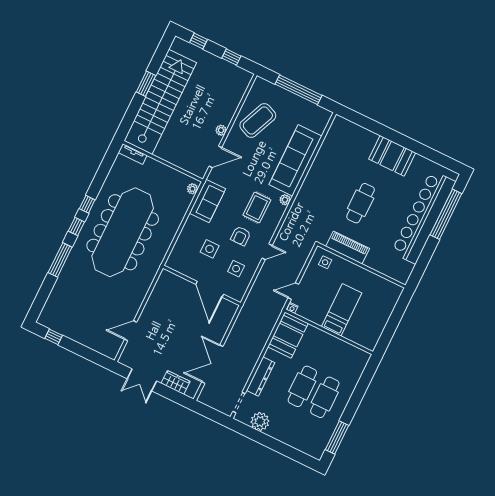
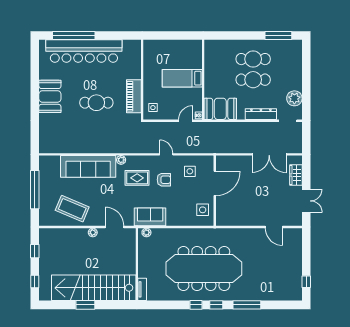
side table: (210, 249) -> (203, 210), moved
door: (293, 291) -> (186, 121), swing flipped

